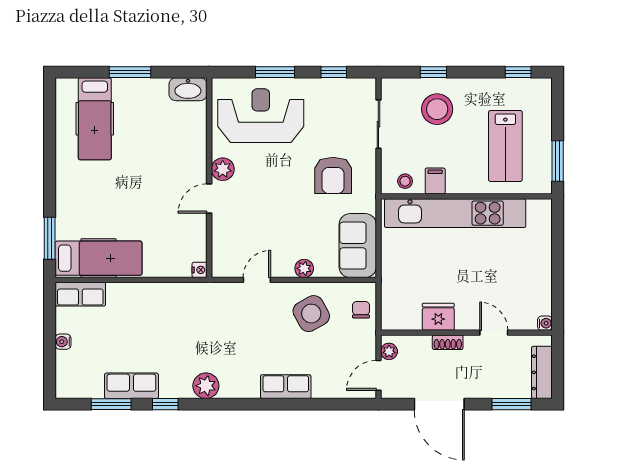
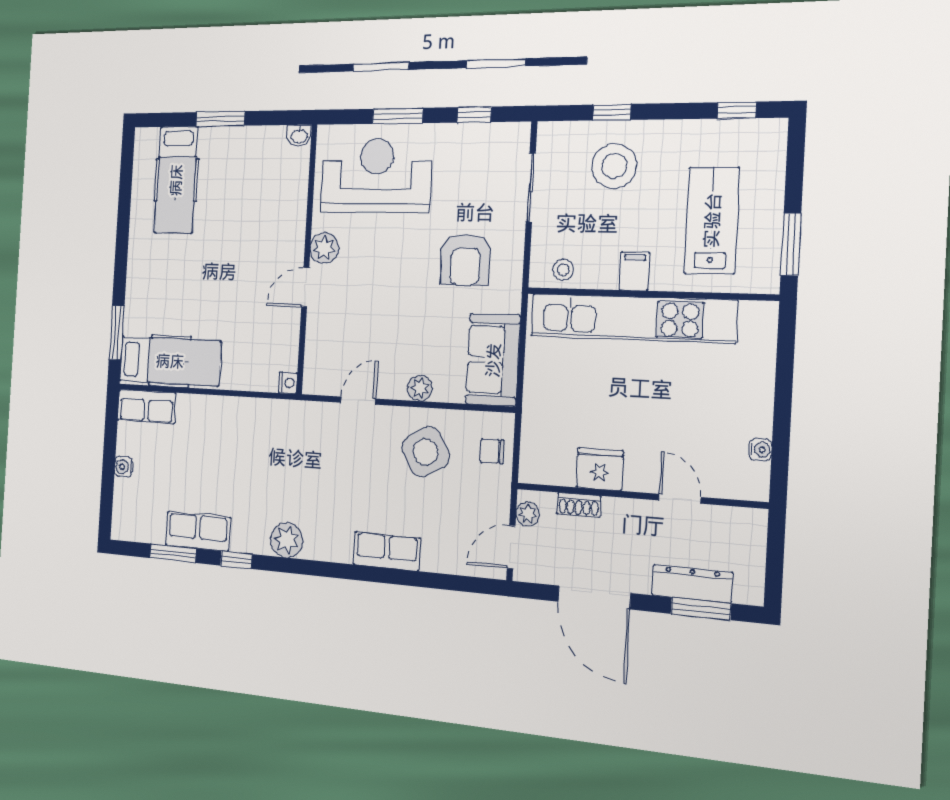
washbasin: (188, 89) -> (299, 136), width x0.52, depth x0.69
lab bench: (505, 146) -> (712, 220), turned 180
filing cabinet: (435, 181) -> (634, 271), moved
chair: (361, 310) -> (492, 451), turned -90
water cooler: (545, 323) -> (760, 450), moved
shoe rack: (448, 342) -> (579, 505), moved
dresser: (542, 372) -> (692, 584), moved, turned 90

